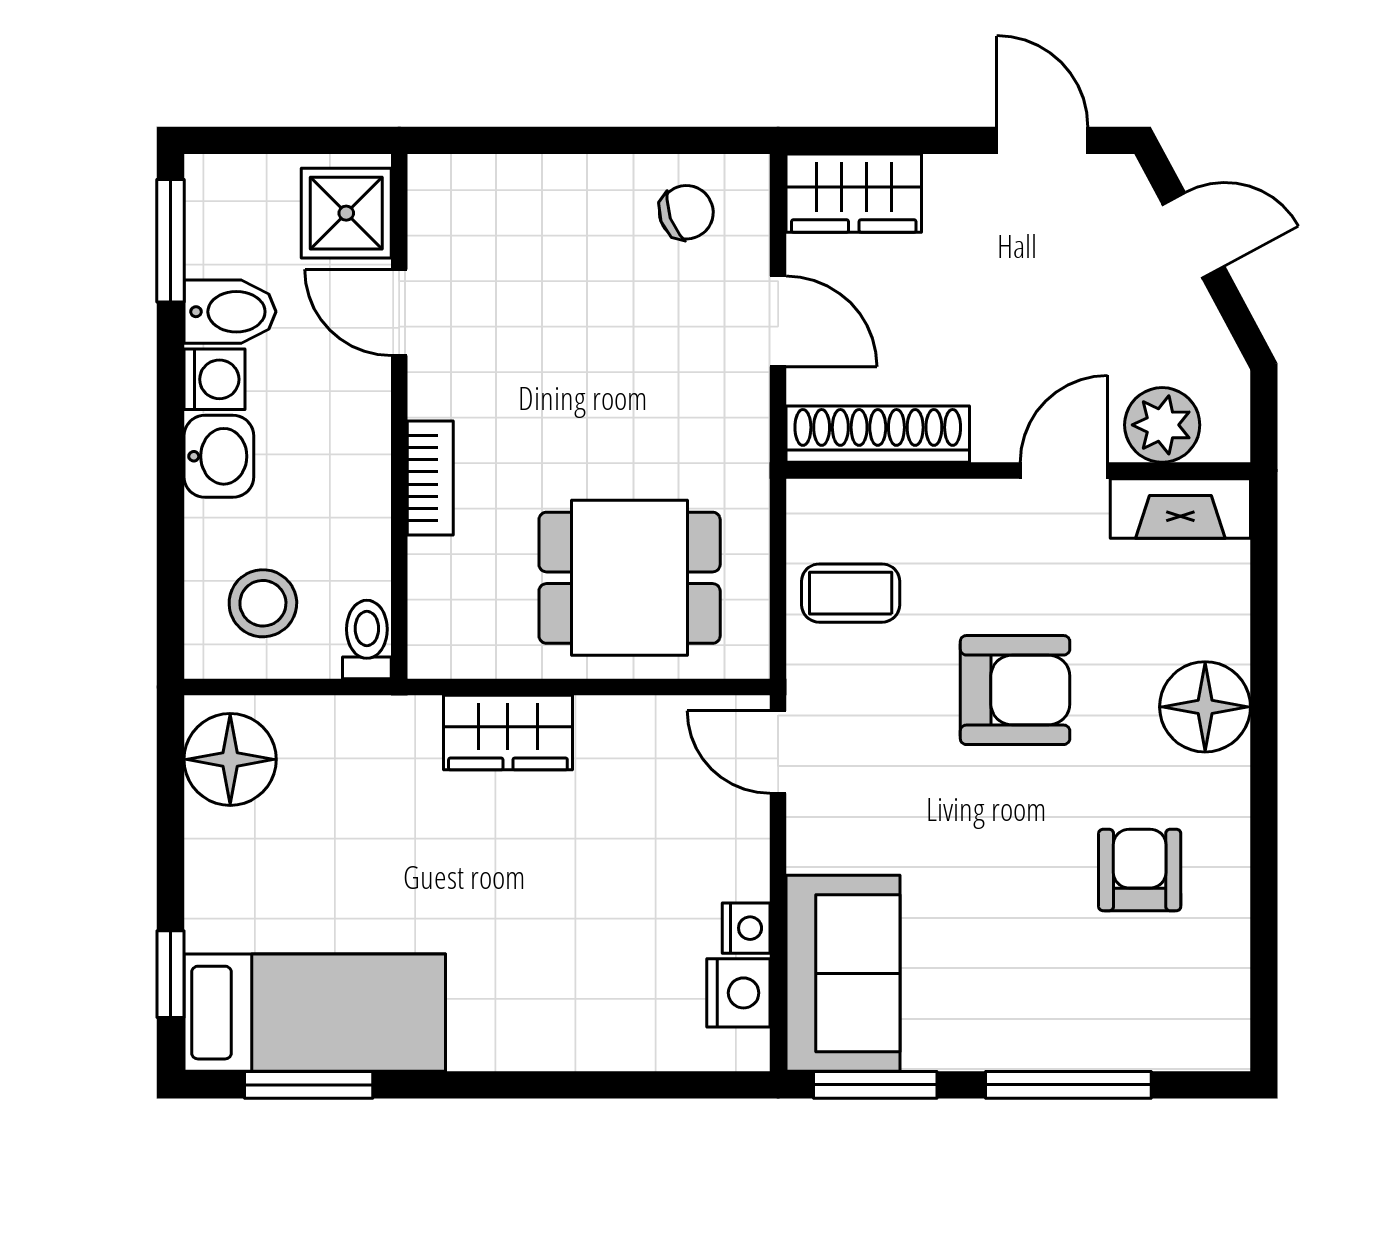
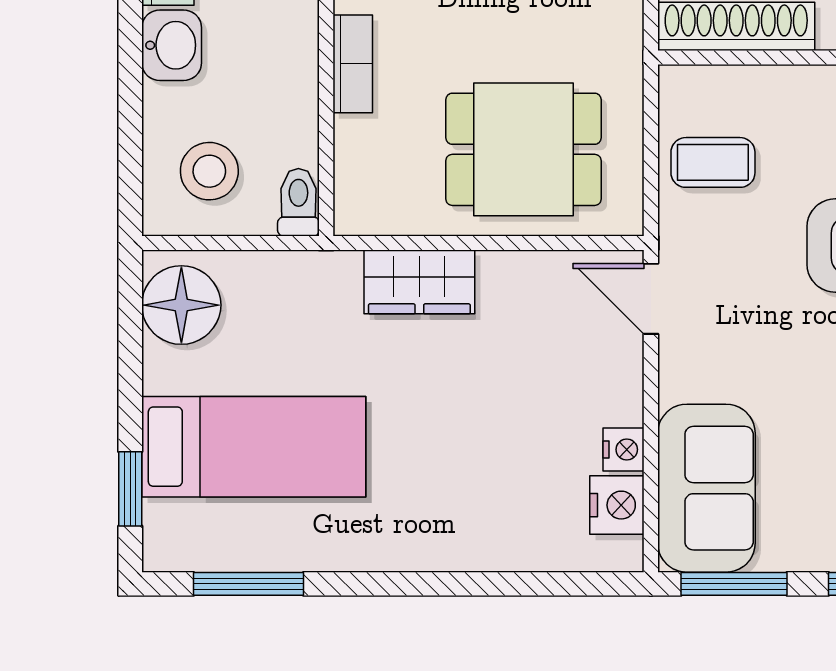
bed: (315, 1013) -> (254, 447), moved

